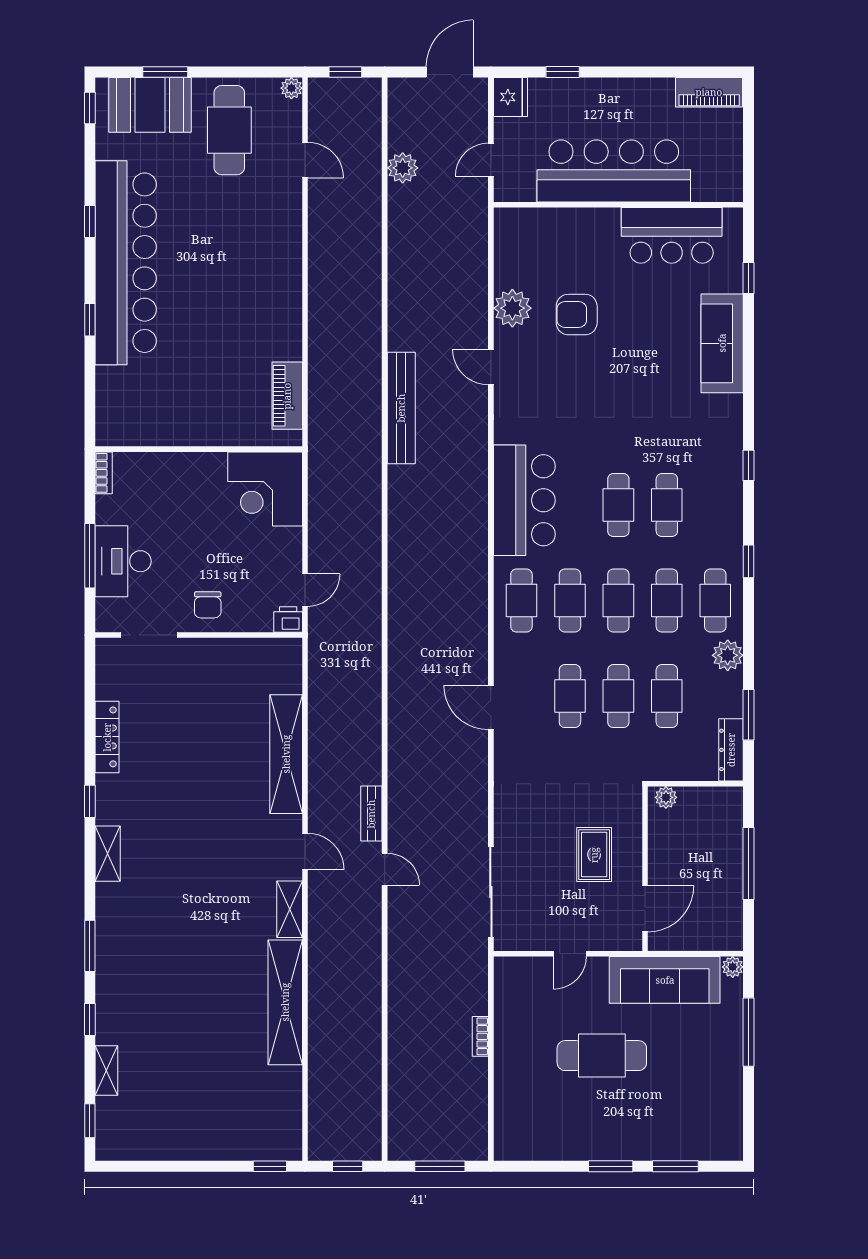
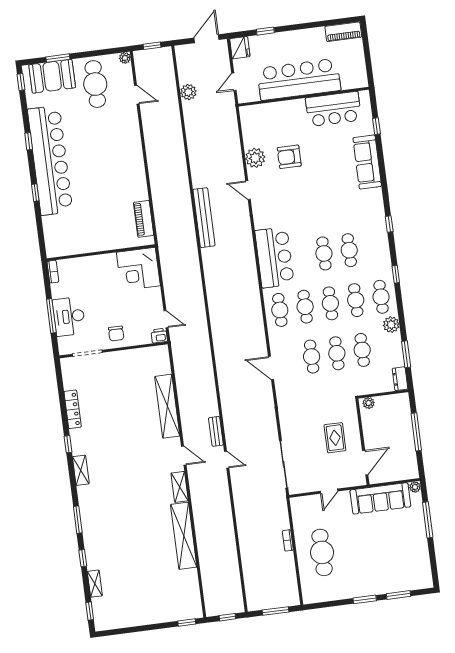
door: (305, 590) -> (166, 319), hinge flipped
dresser: (731, 750) -> (400, 379), width x0.70
cafe table: (602, 1056) -> (322, 552), moved, turned 90

